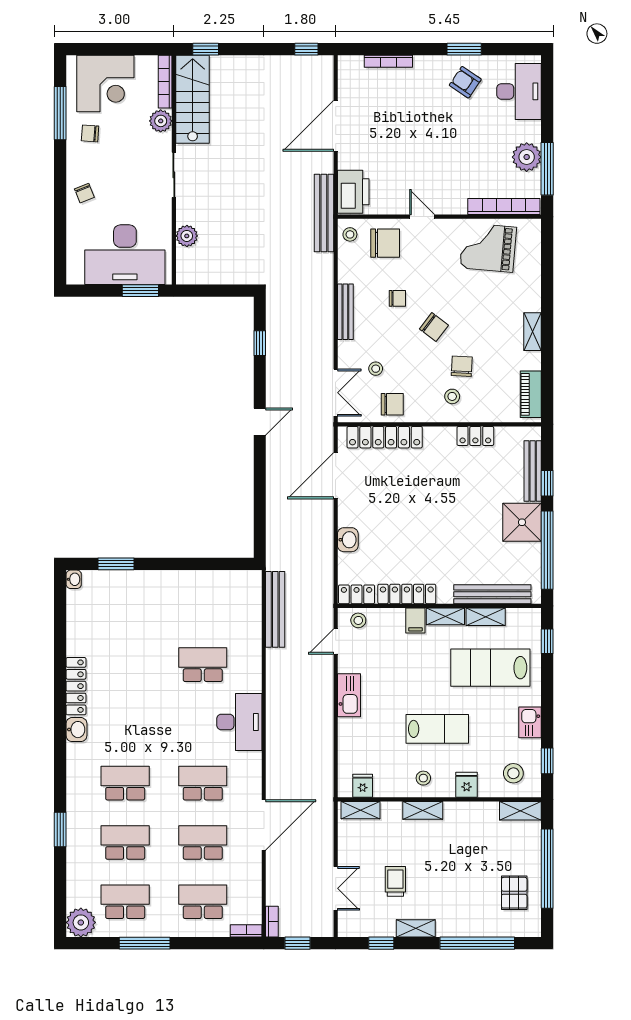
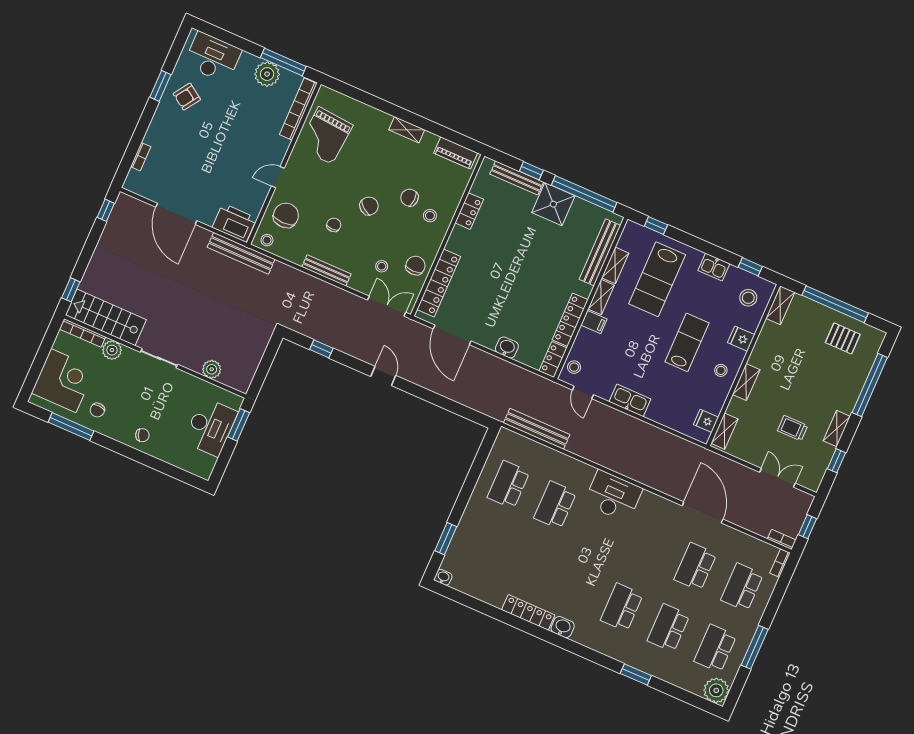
bookcase: (388, 61) -> (141, 157), width x0.64
desk: (125, 255) -> (210, 427), width x0.73, depth x0.77
school desk: (203, 783) -> (508, 485), moved

